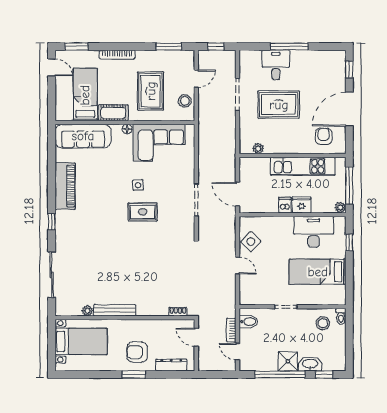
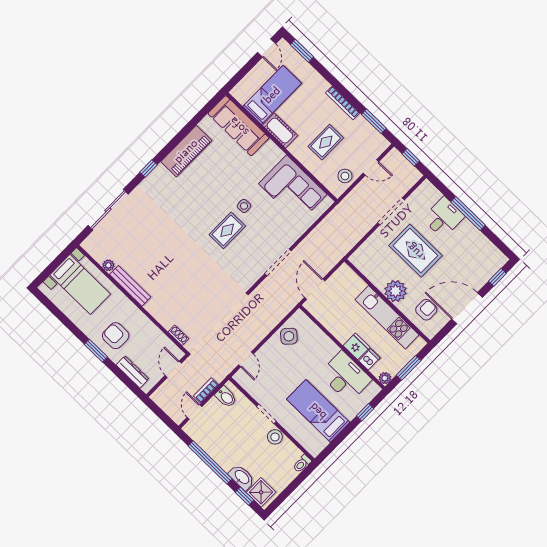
bookcase: (117, 55) -> (343, 103), moved
rug: (151, 91) -> (326, 142), width x0.73, depth x0.70
floor lamp: (127, 129) -> (278, 154), removed
plant: (258, 149) -> (395, 291), moved, width x1.87, depth x1.87
window: (349, 186) -> (409, 368), width x0.69
dishwasher: (285, 205) -> (369, 359), moved
rug: (143, 212) -> (227, 230), turned 90
door: (238, 266) -> (246, 359), moved
stool: (323, 323) -> (275, 437), moved
shower: (288, 361) -> (261, 492), moved

